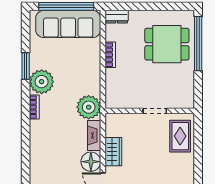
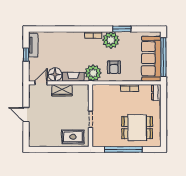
dining table: (167, 44) -> (137, 128), turned 90
window: (198, 44) -> (123, 149), moved
armchair: (81, 77) -> (114, 67), added

